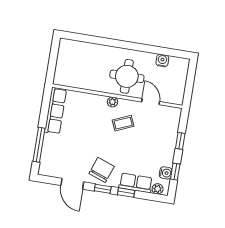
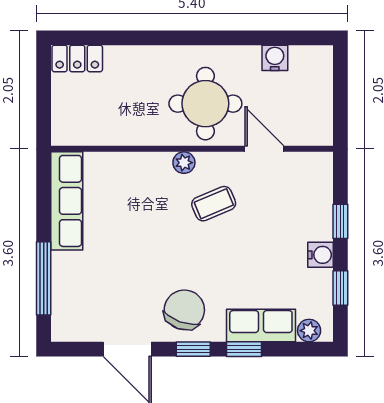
locker: (71, 46) -> (77, 58), added
water cooler: (166, 173) -> (321, 255), moved

